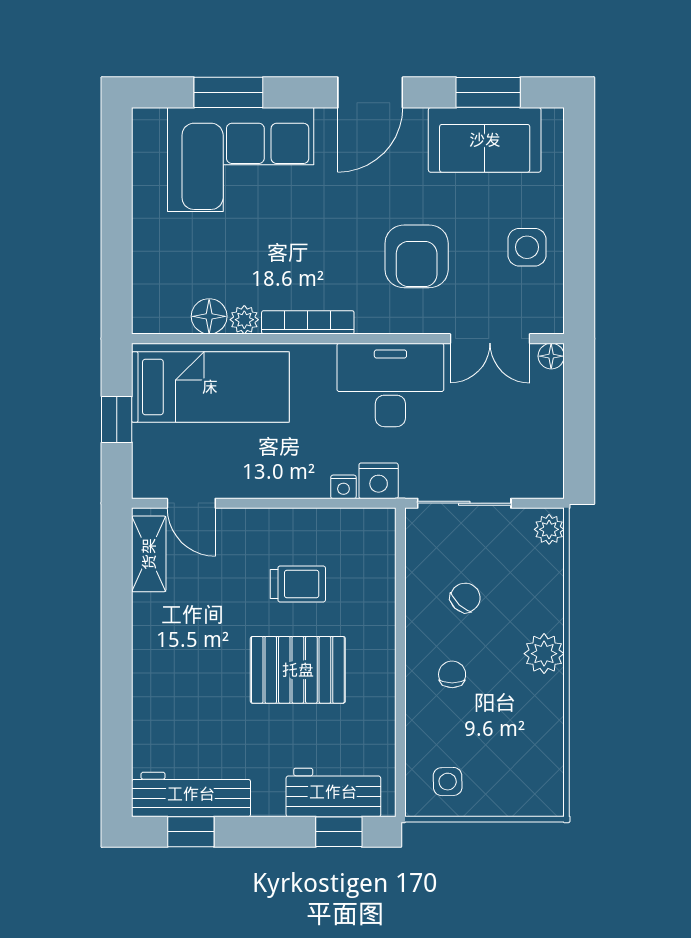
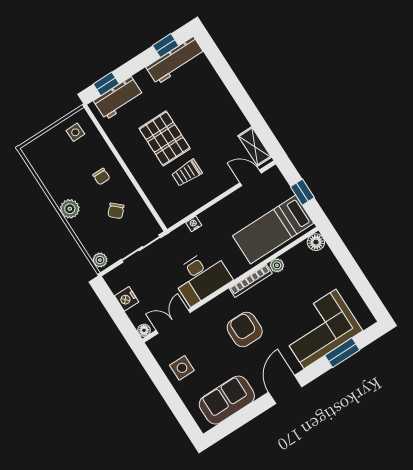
window: (488, 92) -> (238, 420), removed
armchair: (417, 256) -> (245, 330), moved
floor lamp: (209, 316) -> (316, 242), moved
nightstand: (379, 481) -> (127, 299), moved, turned -90
pallet: (298, 670) -> (165, 138), turned 90

